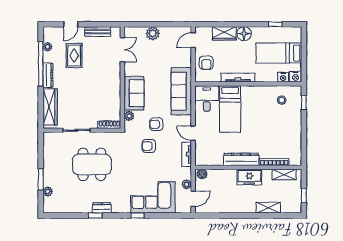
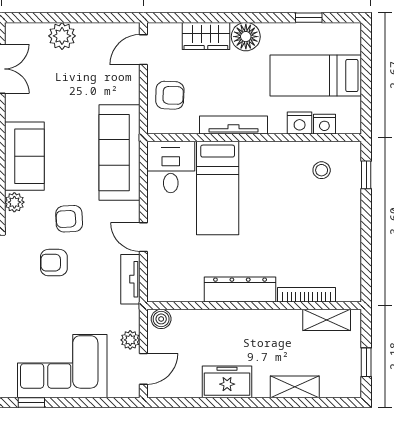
armchair: (206, 63) -> (170, 95), turned -88
nightstand: (295, 77) -> (300, 123), moved
freezer: (249, 177) -> (227, 382), moved, turned 180

